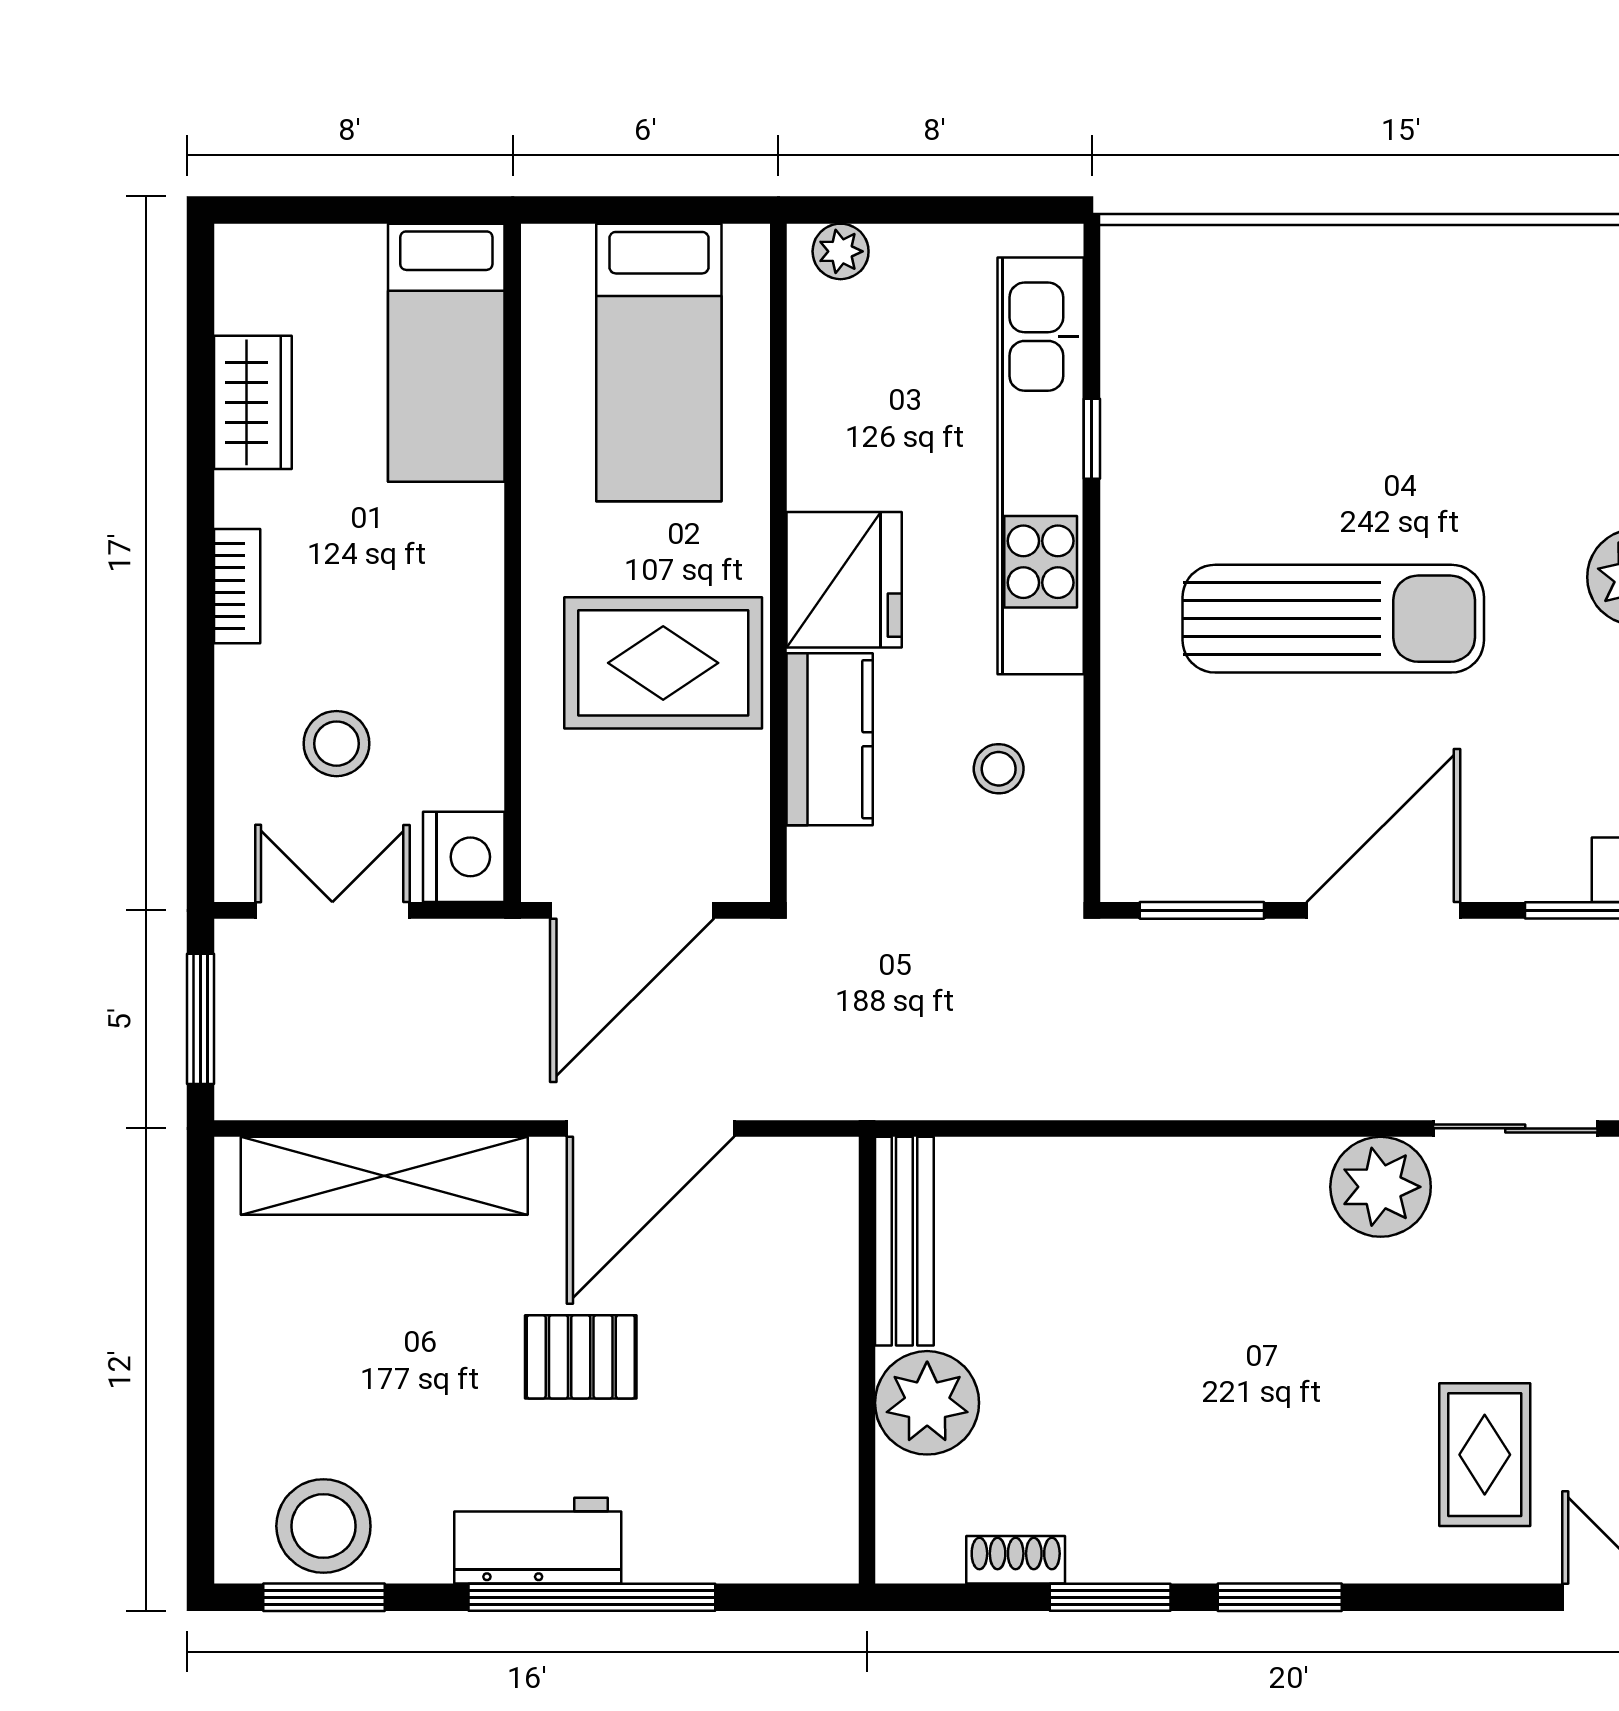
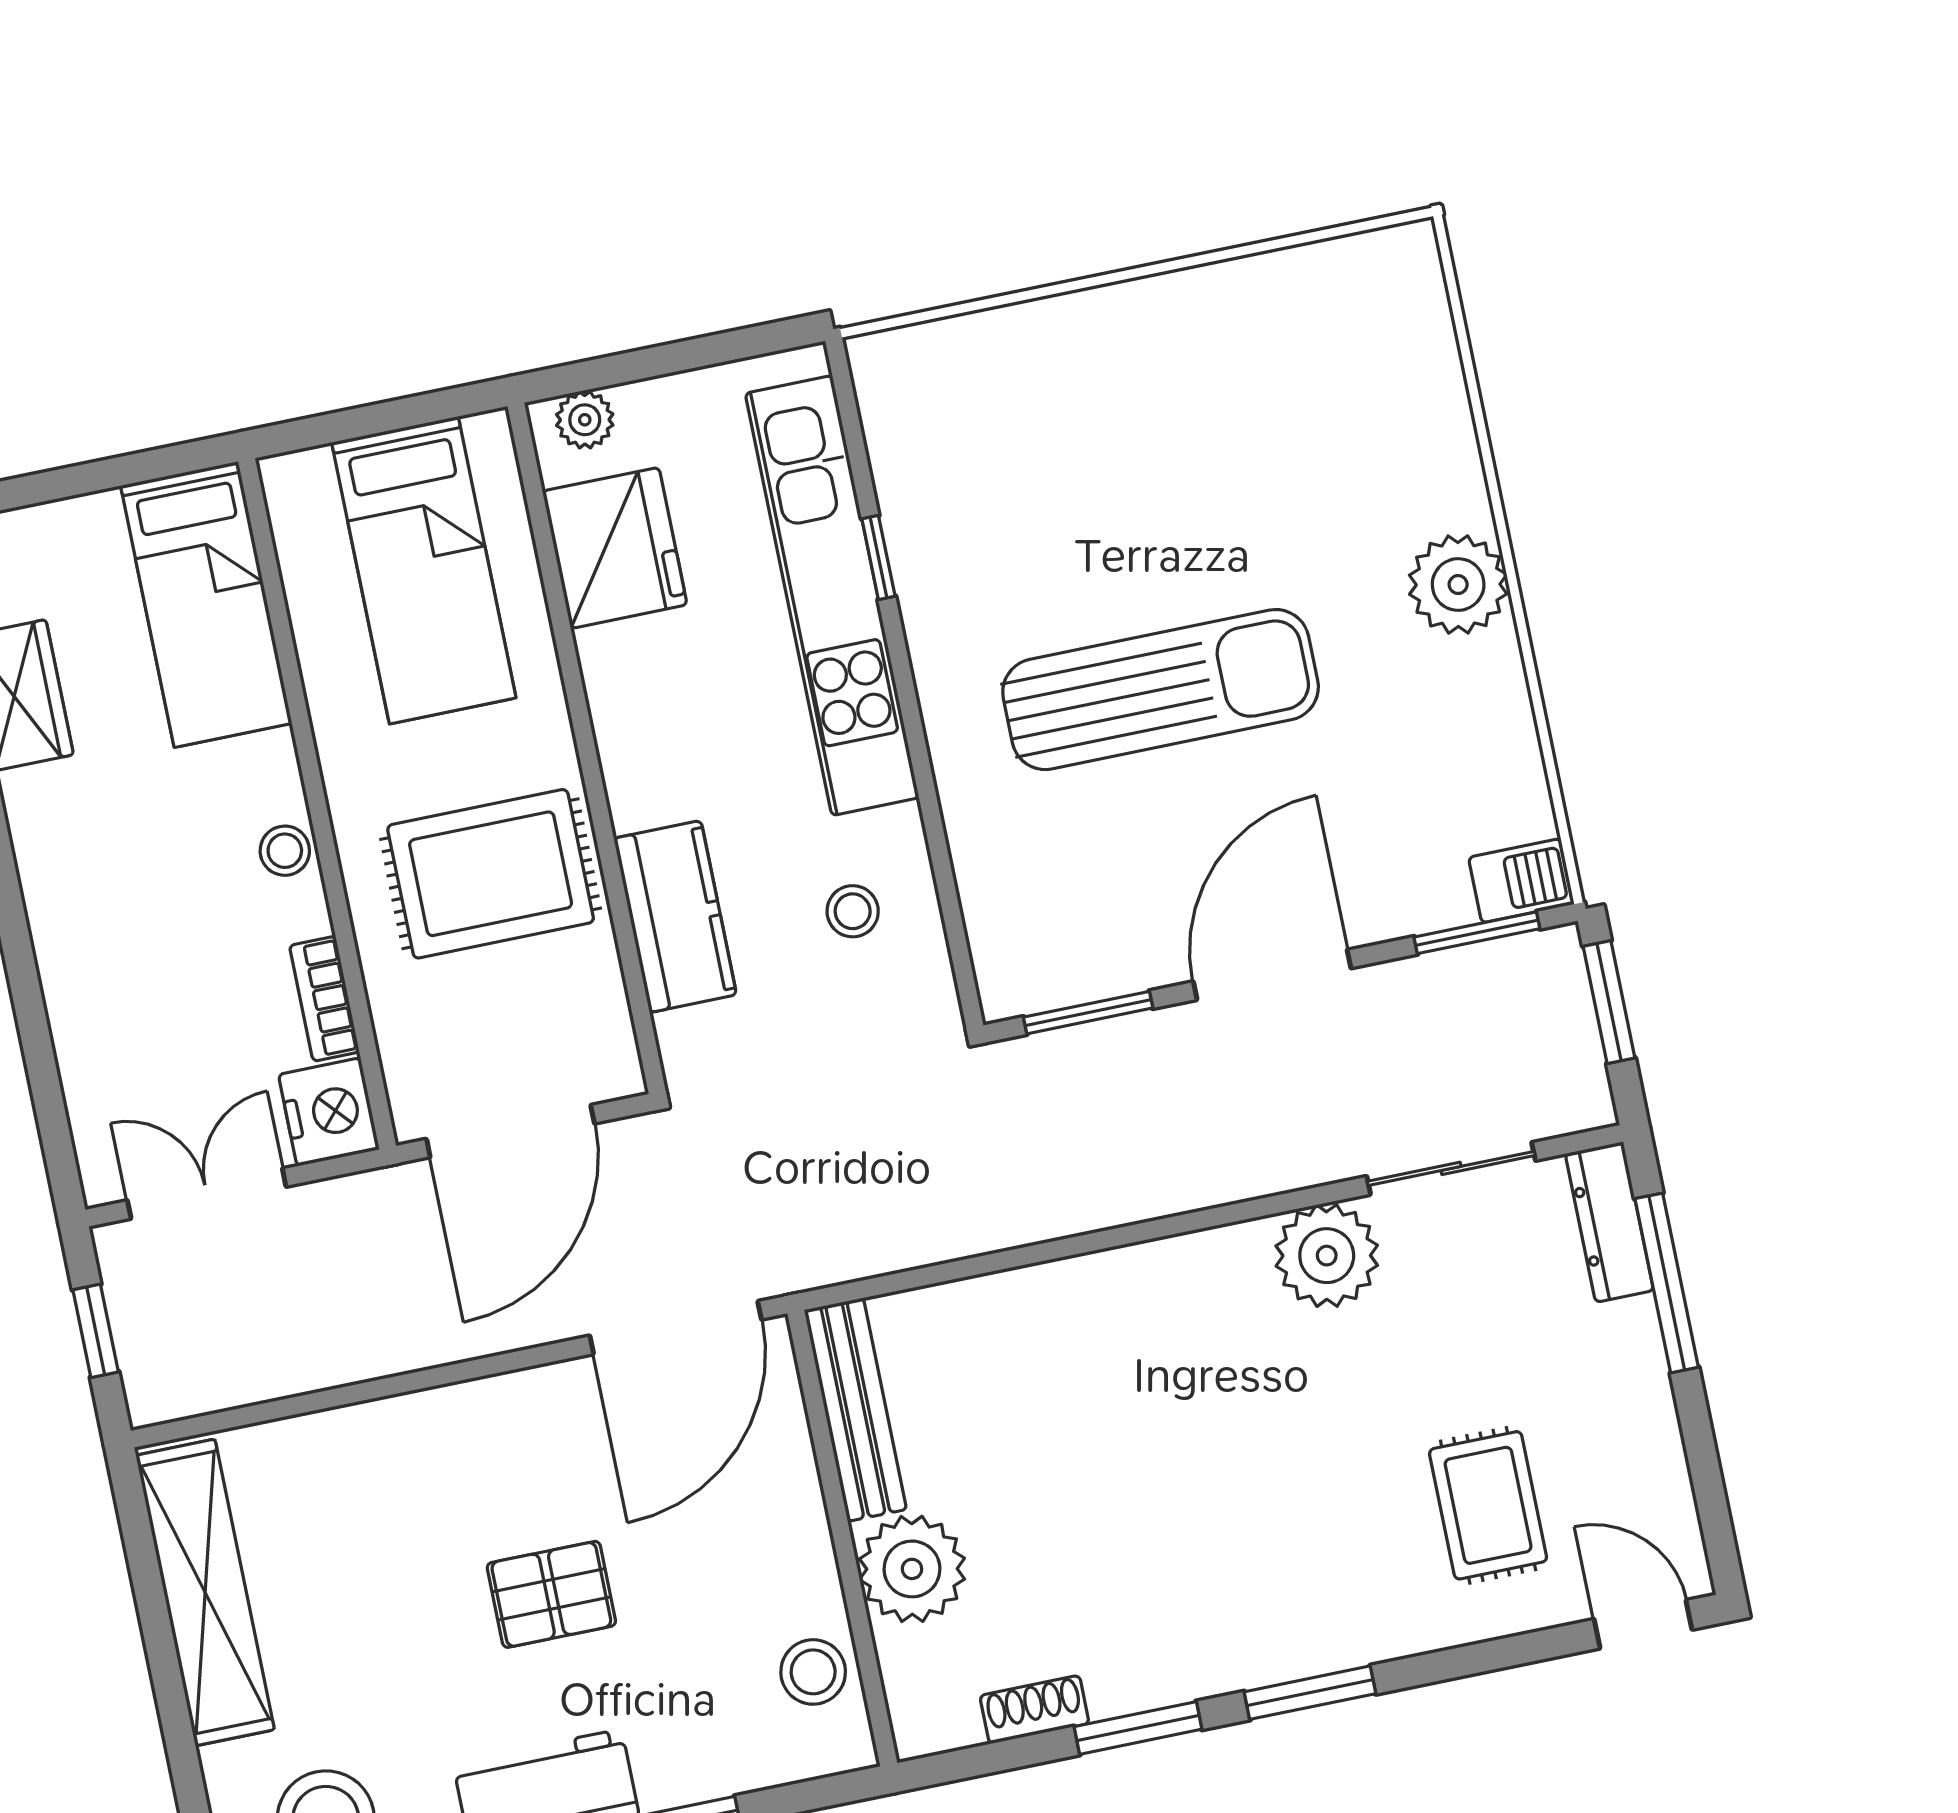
fridge: (844, 580) -> (615, 548), moved
bookcase: (237, 586) -> (324, 999), moved, turned 180
stool: (336, 744) -> (285, 851), moved, width x0.73, depth x0.73
window: (201, 1019) -> (96, 1331), width x0.67
door: (651, 1128) -> (676, 1328), moved
shelving: (384, 1176) -> (205, 1592), moved, turned 90
stool: (813, 1481) -> (813, 1672), added

